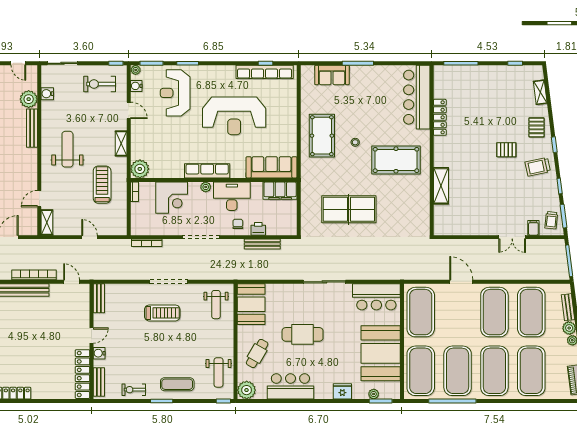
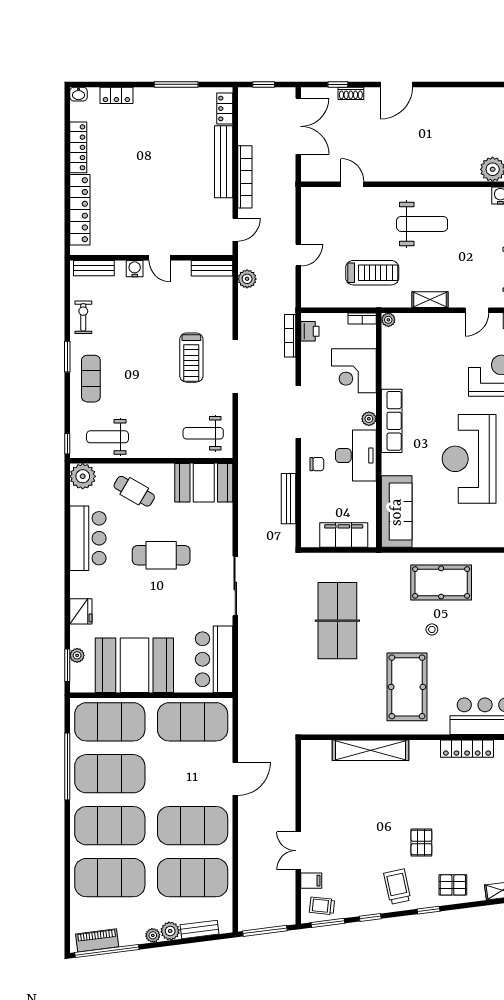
bench: (32, 128) -> (452, 174), removed
plant: (140, 169) -> (388, 320), width x0.53, depth x0.53
shelving: (441, 186) -> (371, 750), width x1.47
filing cabinet: (280, 191) -> (344, 535), moved, turned 90
shelving: (47, 222) -> (319, 195), removed
printer: (258, 229) -> (310, 331), moved
plant: (106, 273) -> (247, 279), added
cafe table: (303, 334) -> (161, 555), turned 90
locker: (82, 374) -> (80, 210), moved, turned 90

